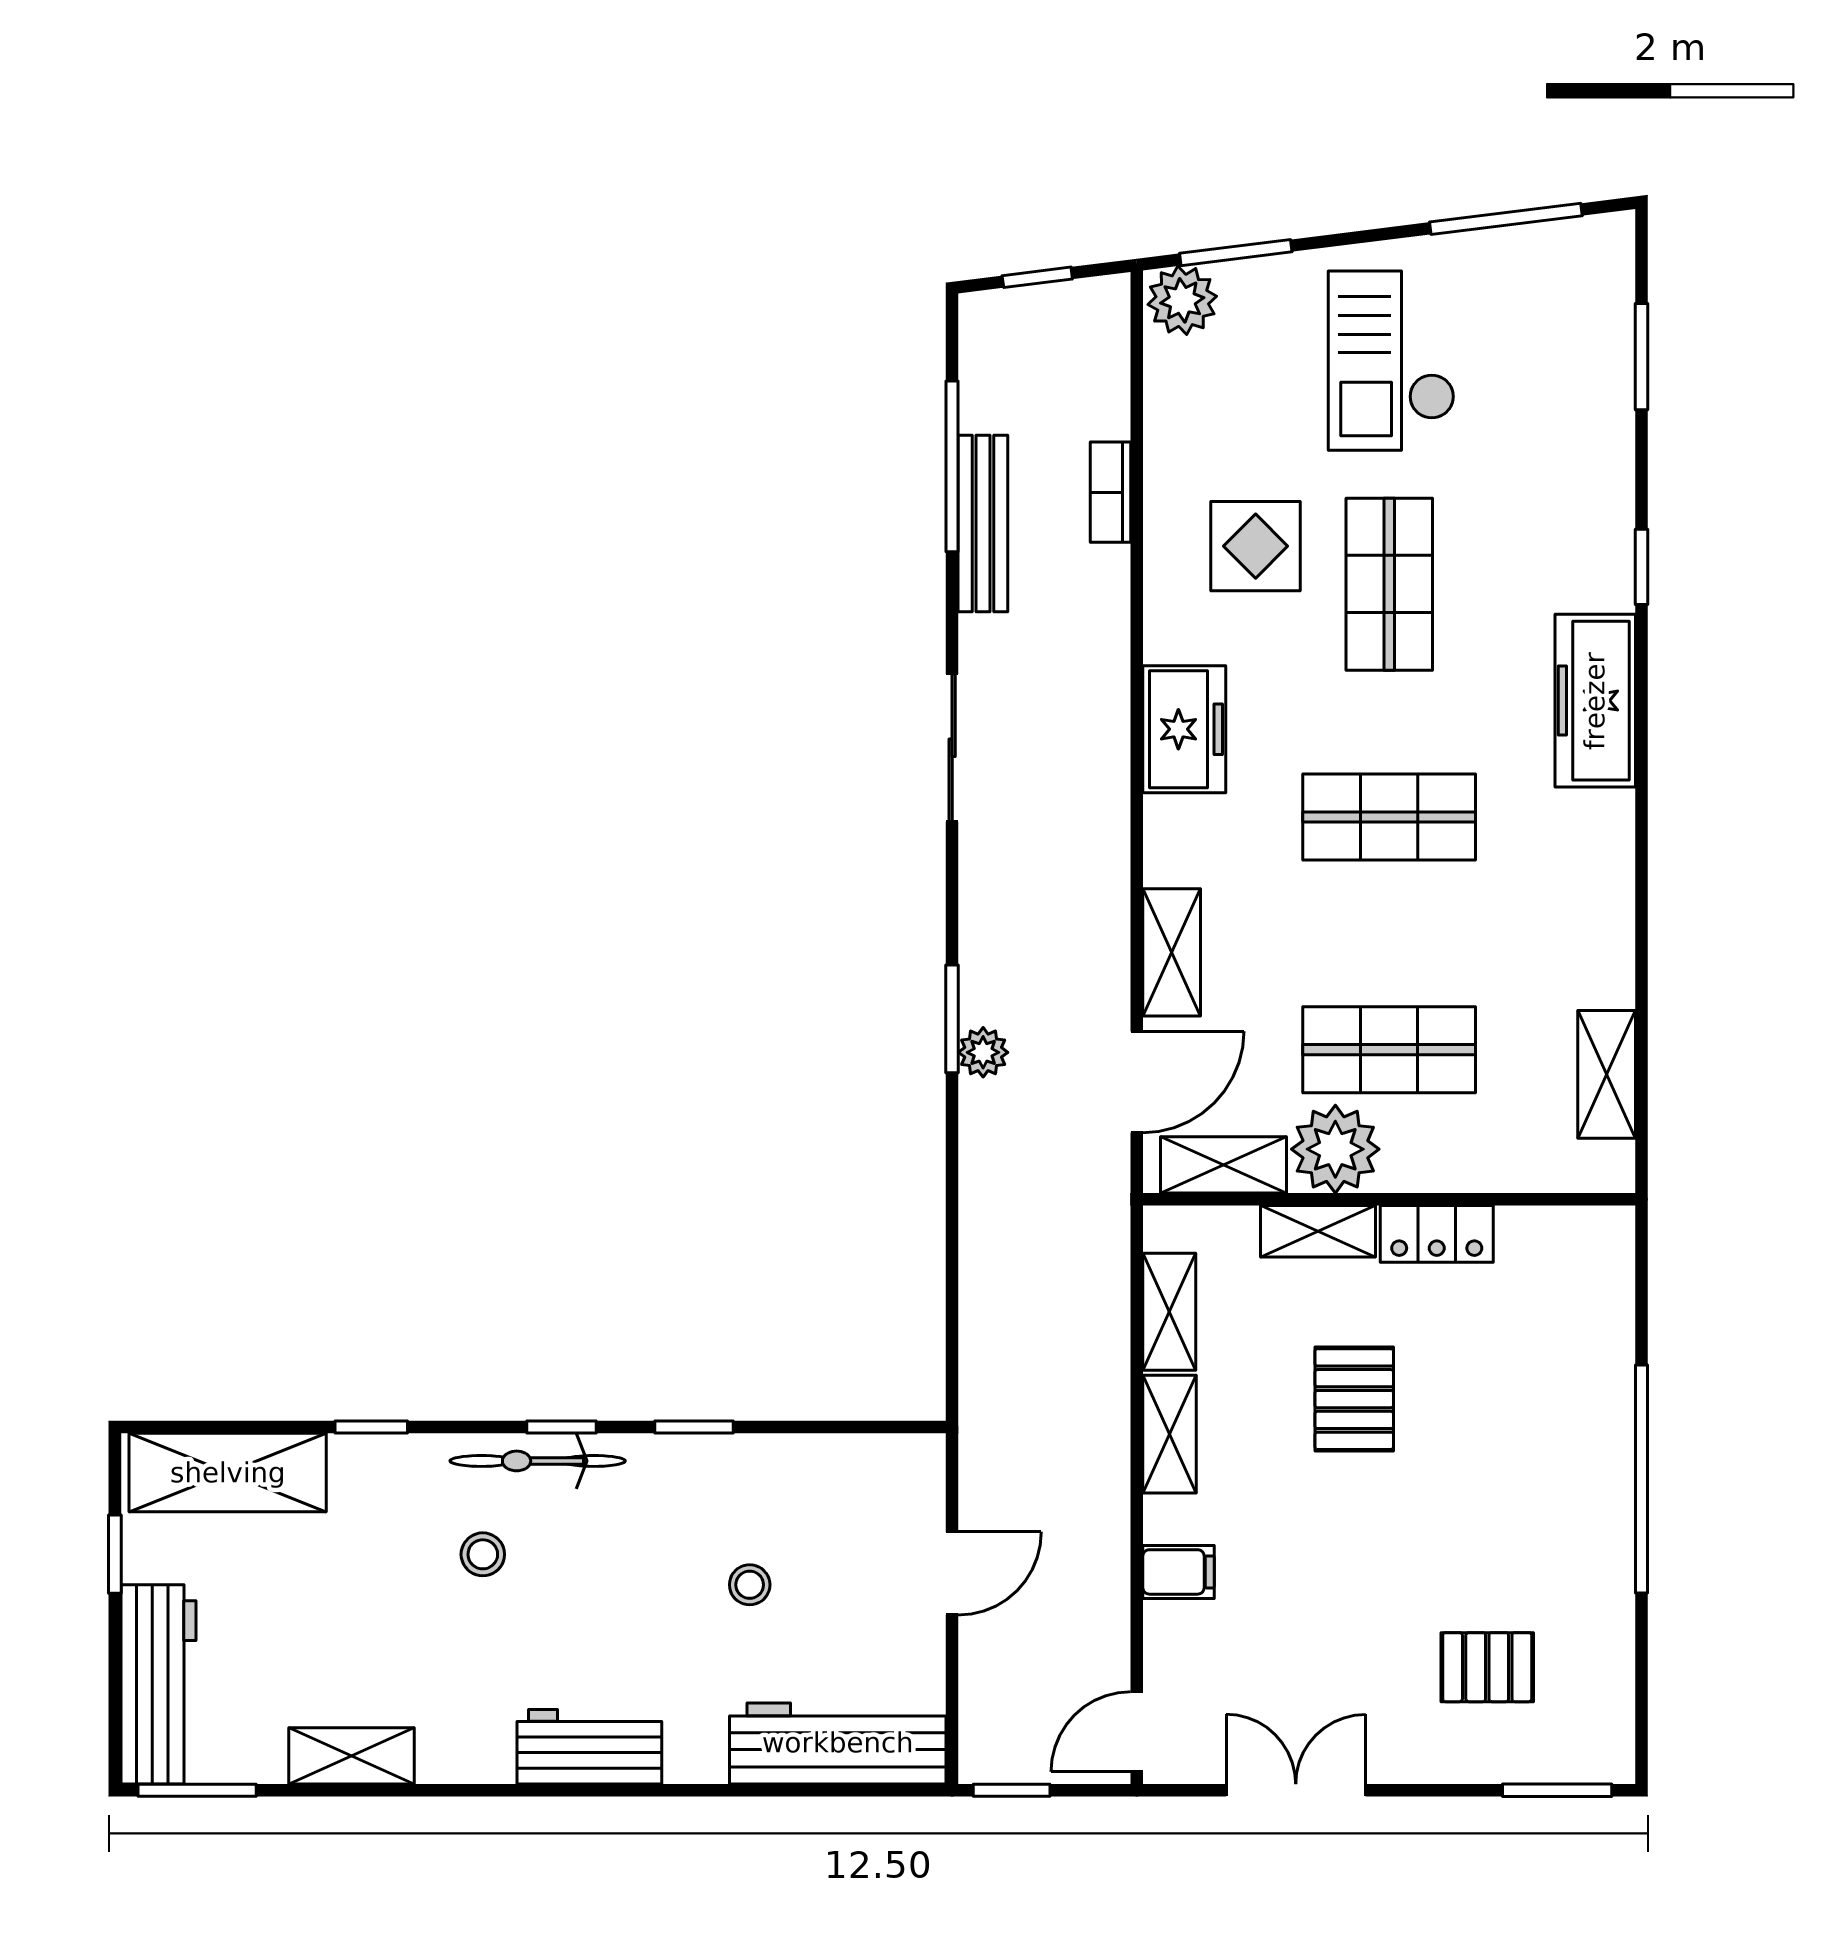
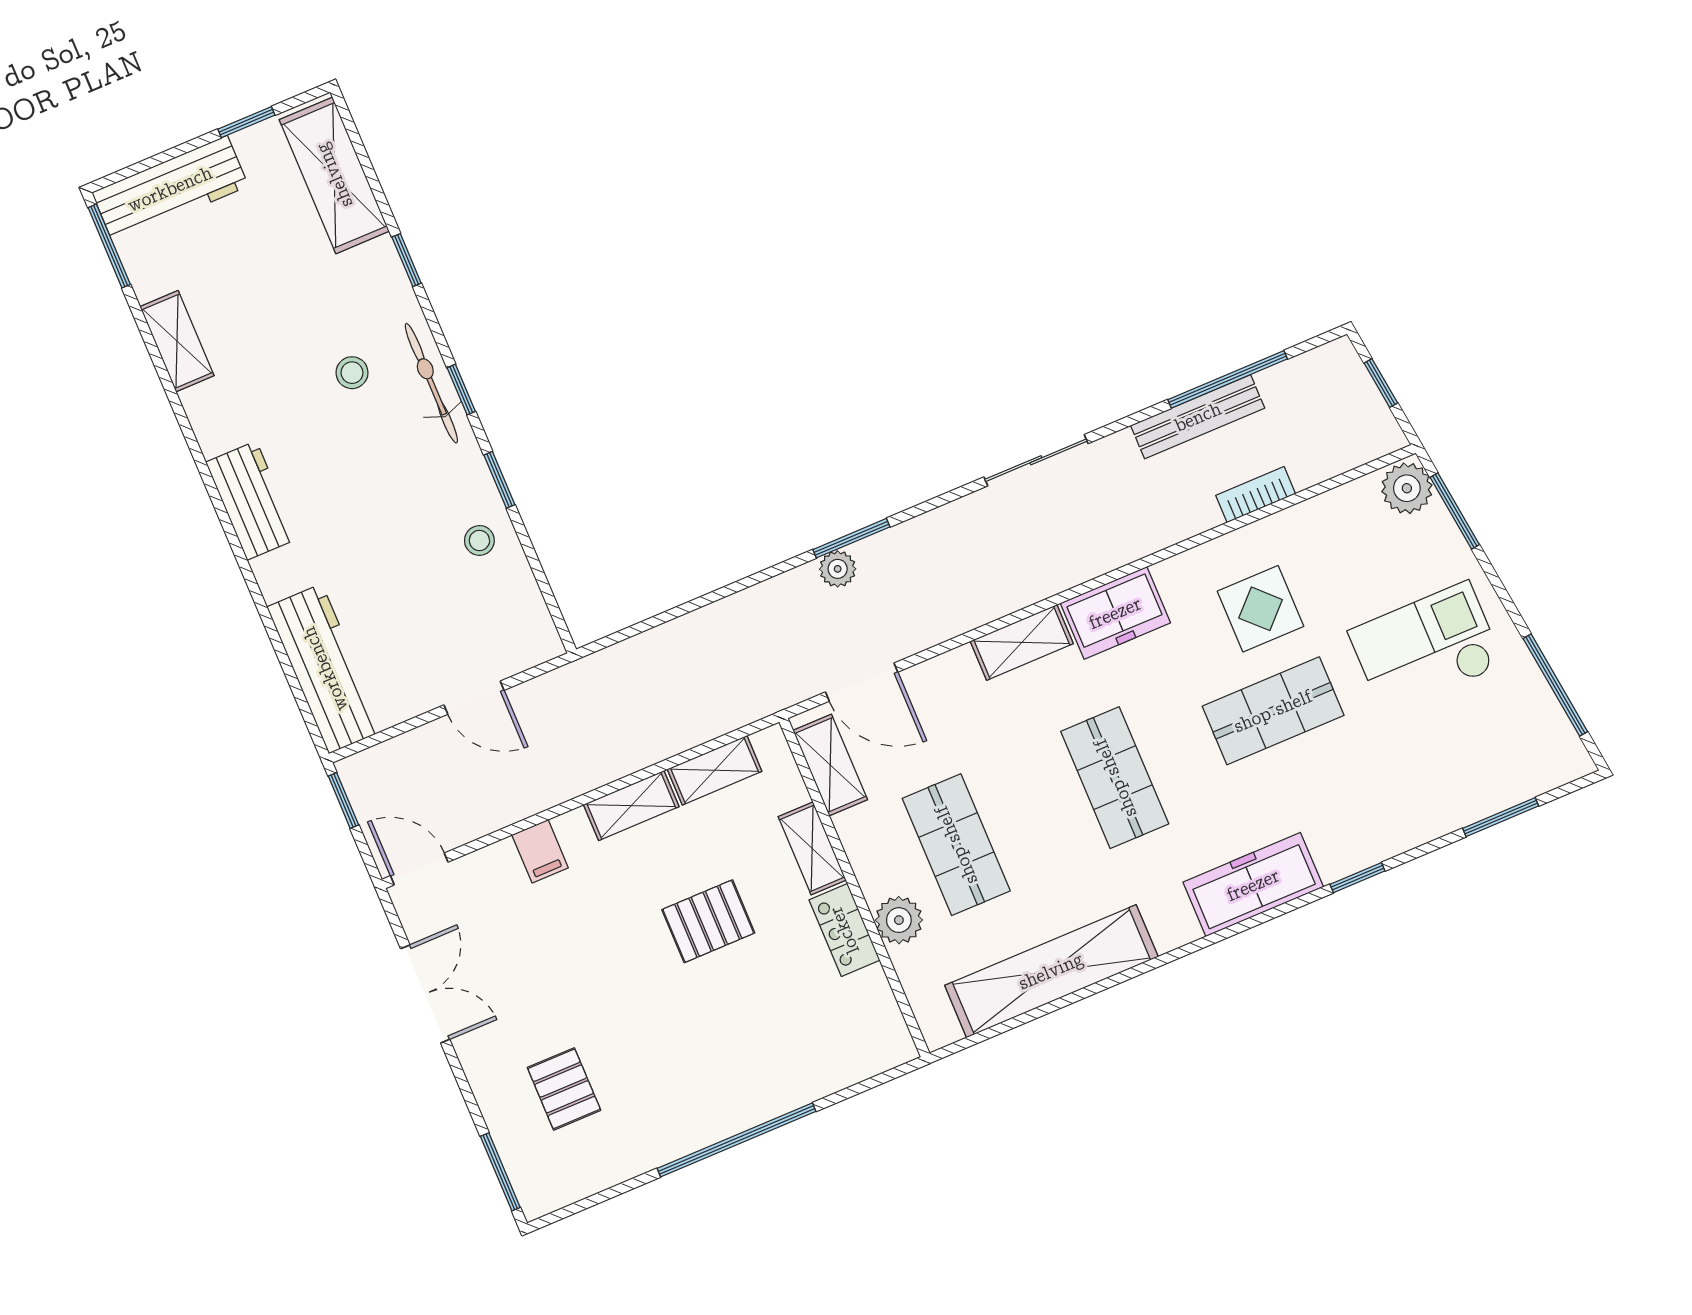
shelving: (1172, 952) -> (1022, 642), moved
shelving: (1607, 1074) -> (1051, 971), width x2.20, depth x1.33
plant: (1335, 1149) -> (899, 920), moved, width x0.73, depth x0.73
stool: (750, 1585) -> (479, 540), moved

